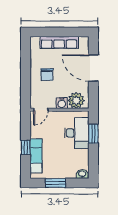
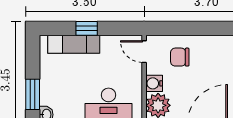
chair: (47, 75) -> (180, 57), moved
window: (55, 183) -> (33, 94), moved

